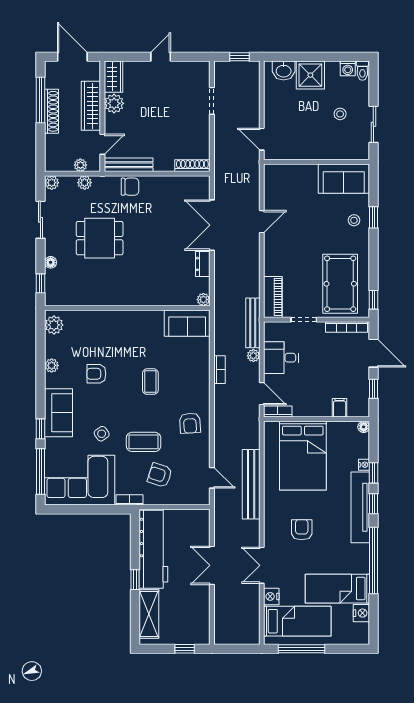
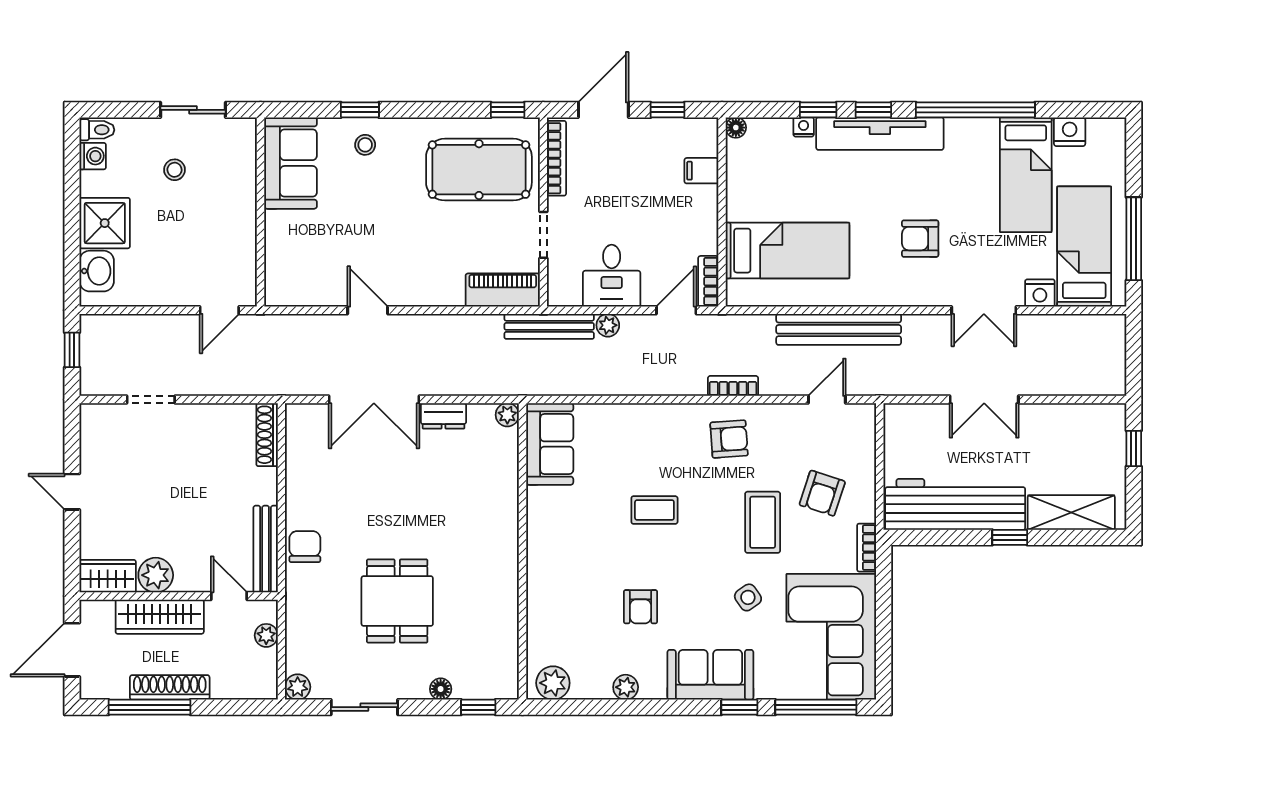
plant: (85, 183) -> (298, 628), removed
bookcase: (220, 370) -> (733, 386), moved
bed: (303, 456) -> (787, 251), width x0.67

